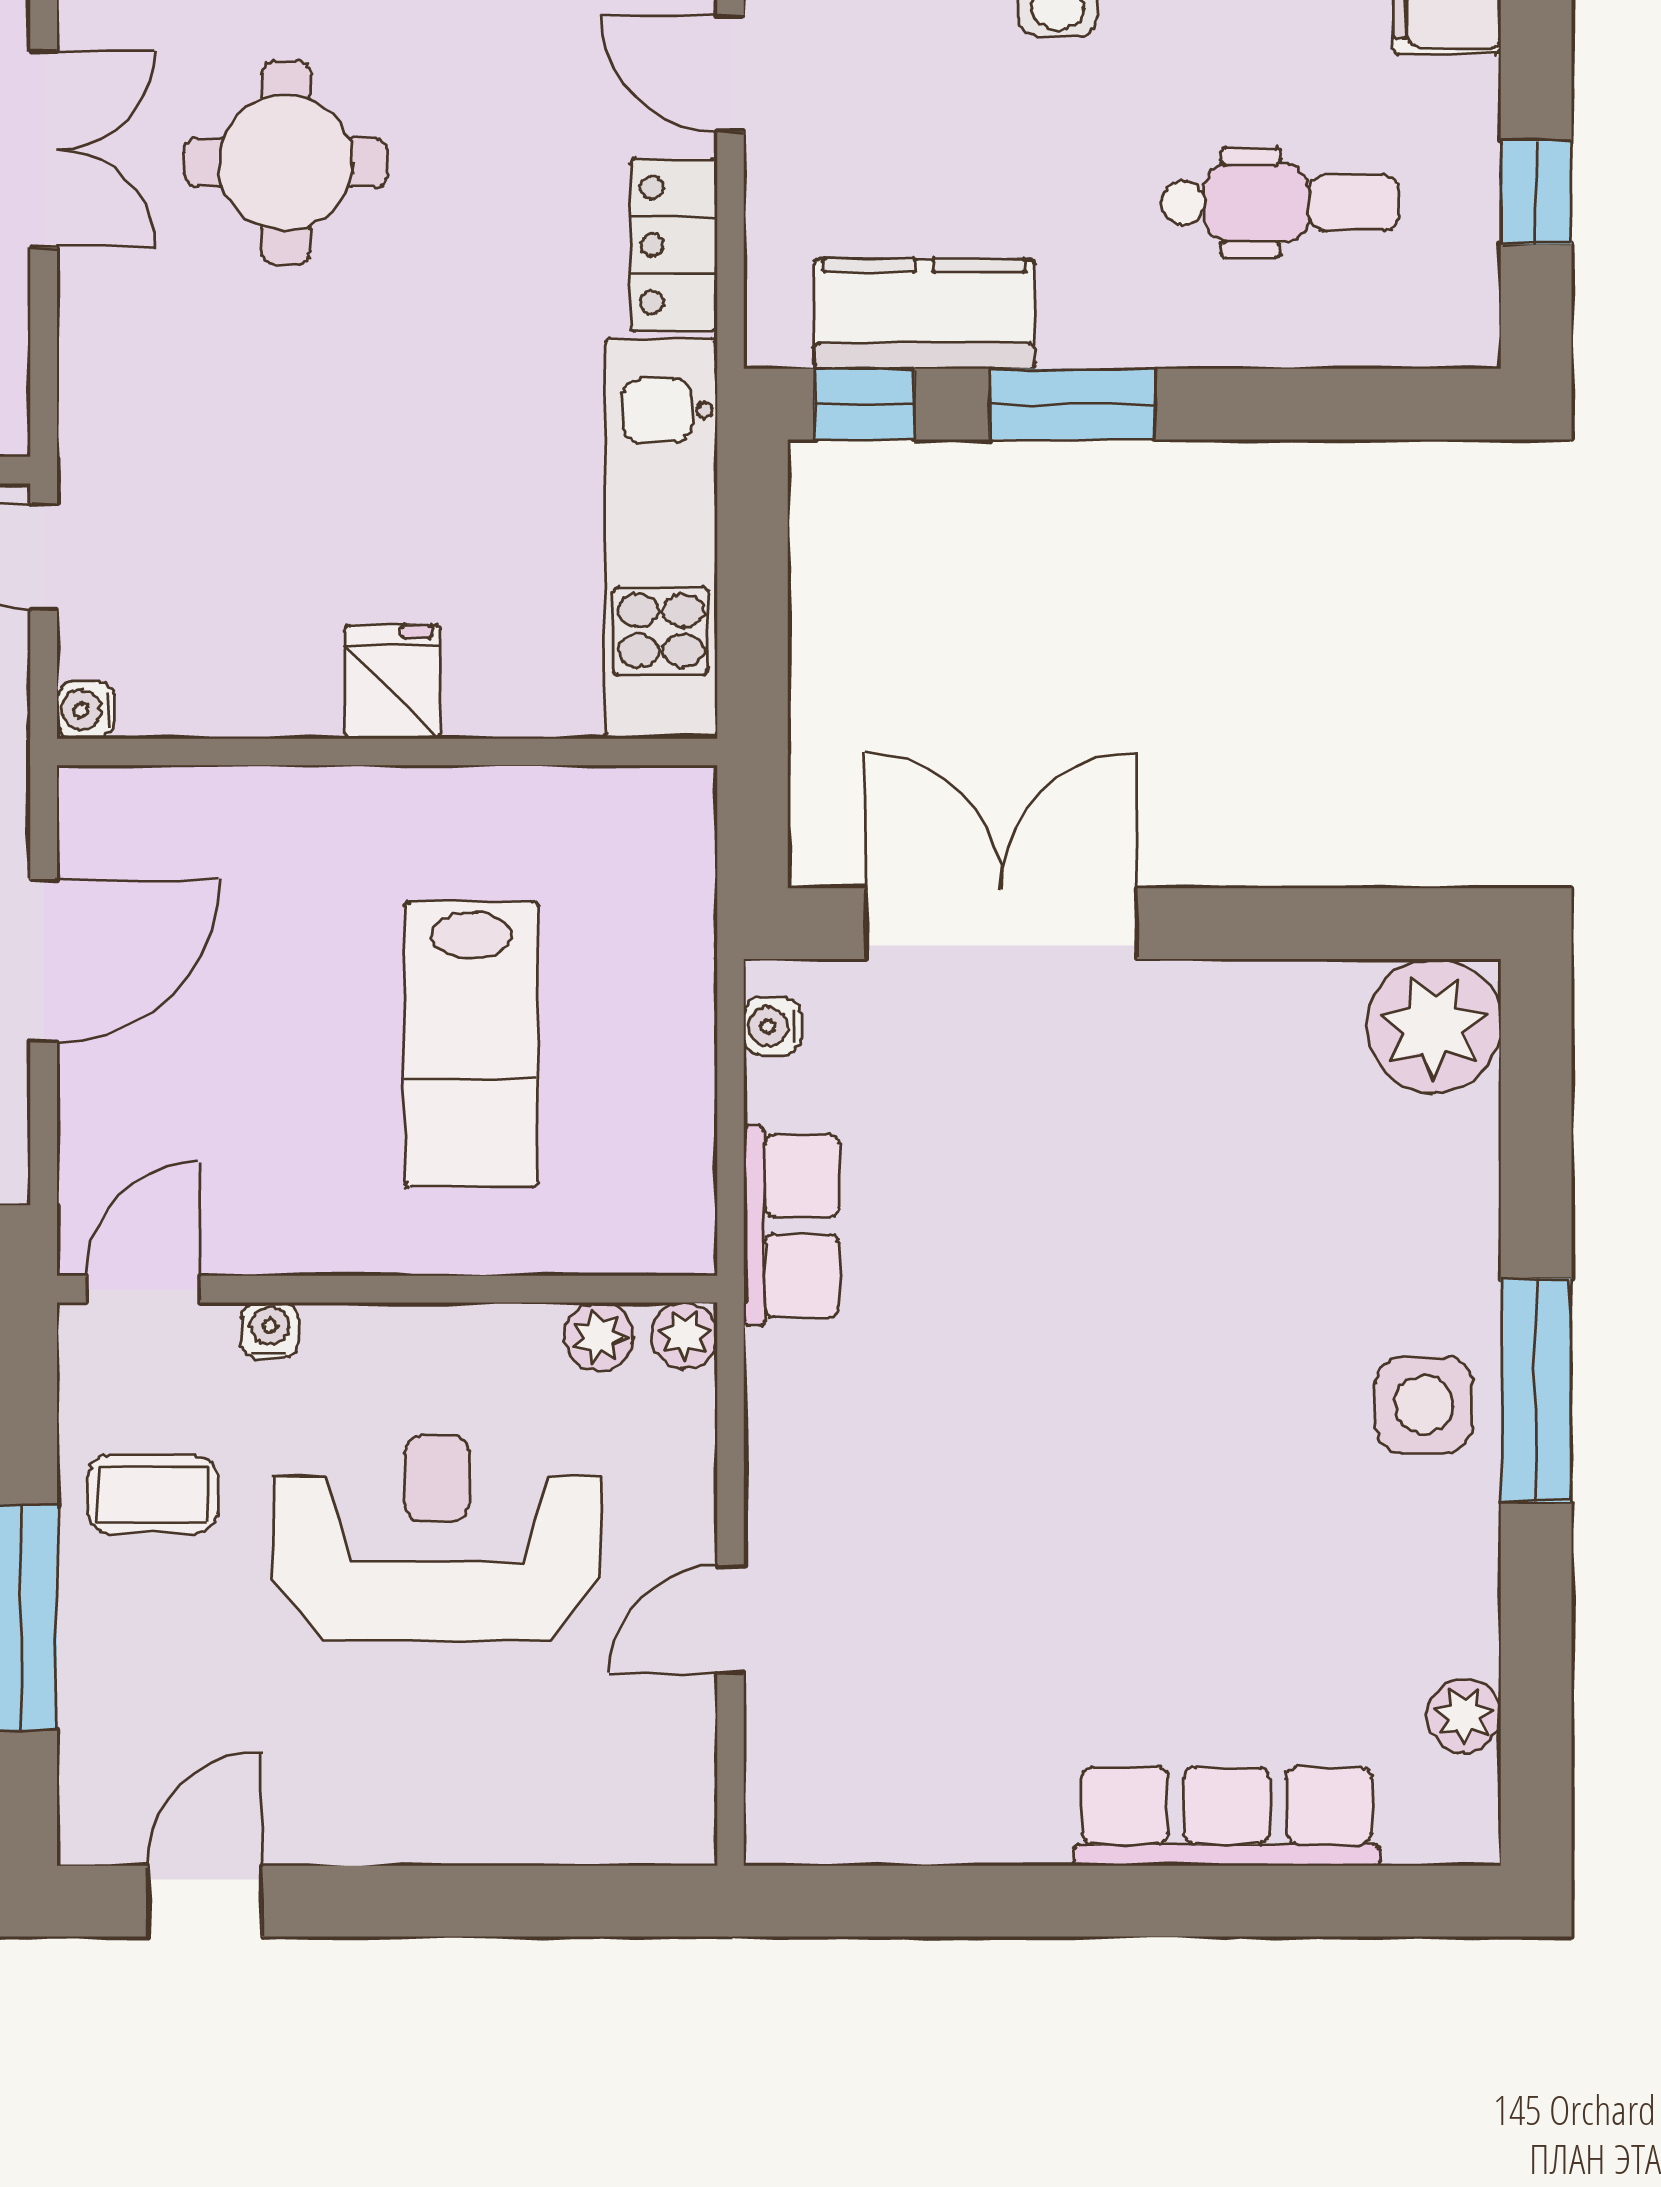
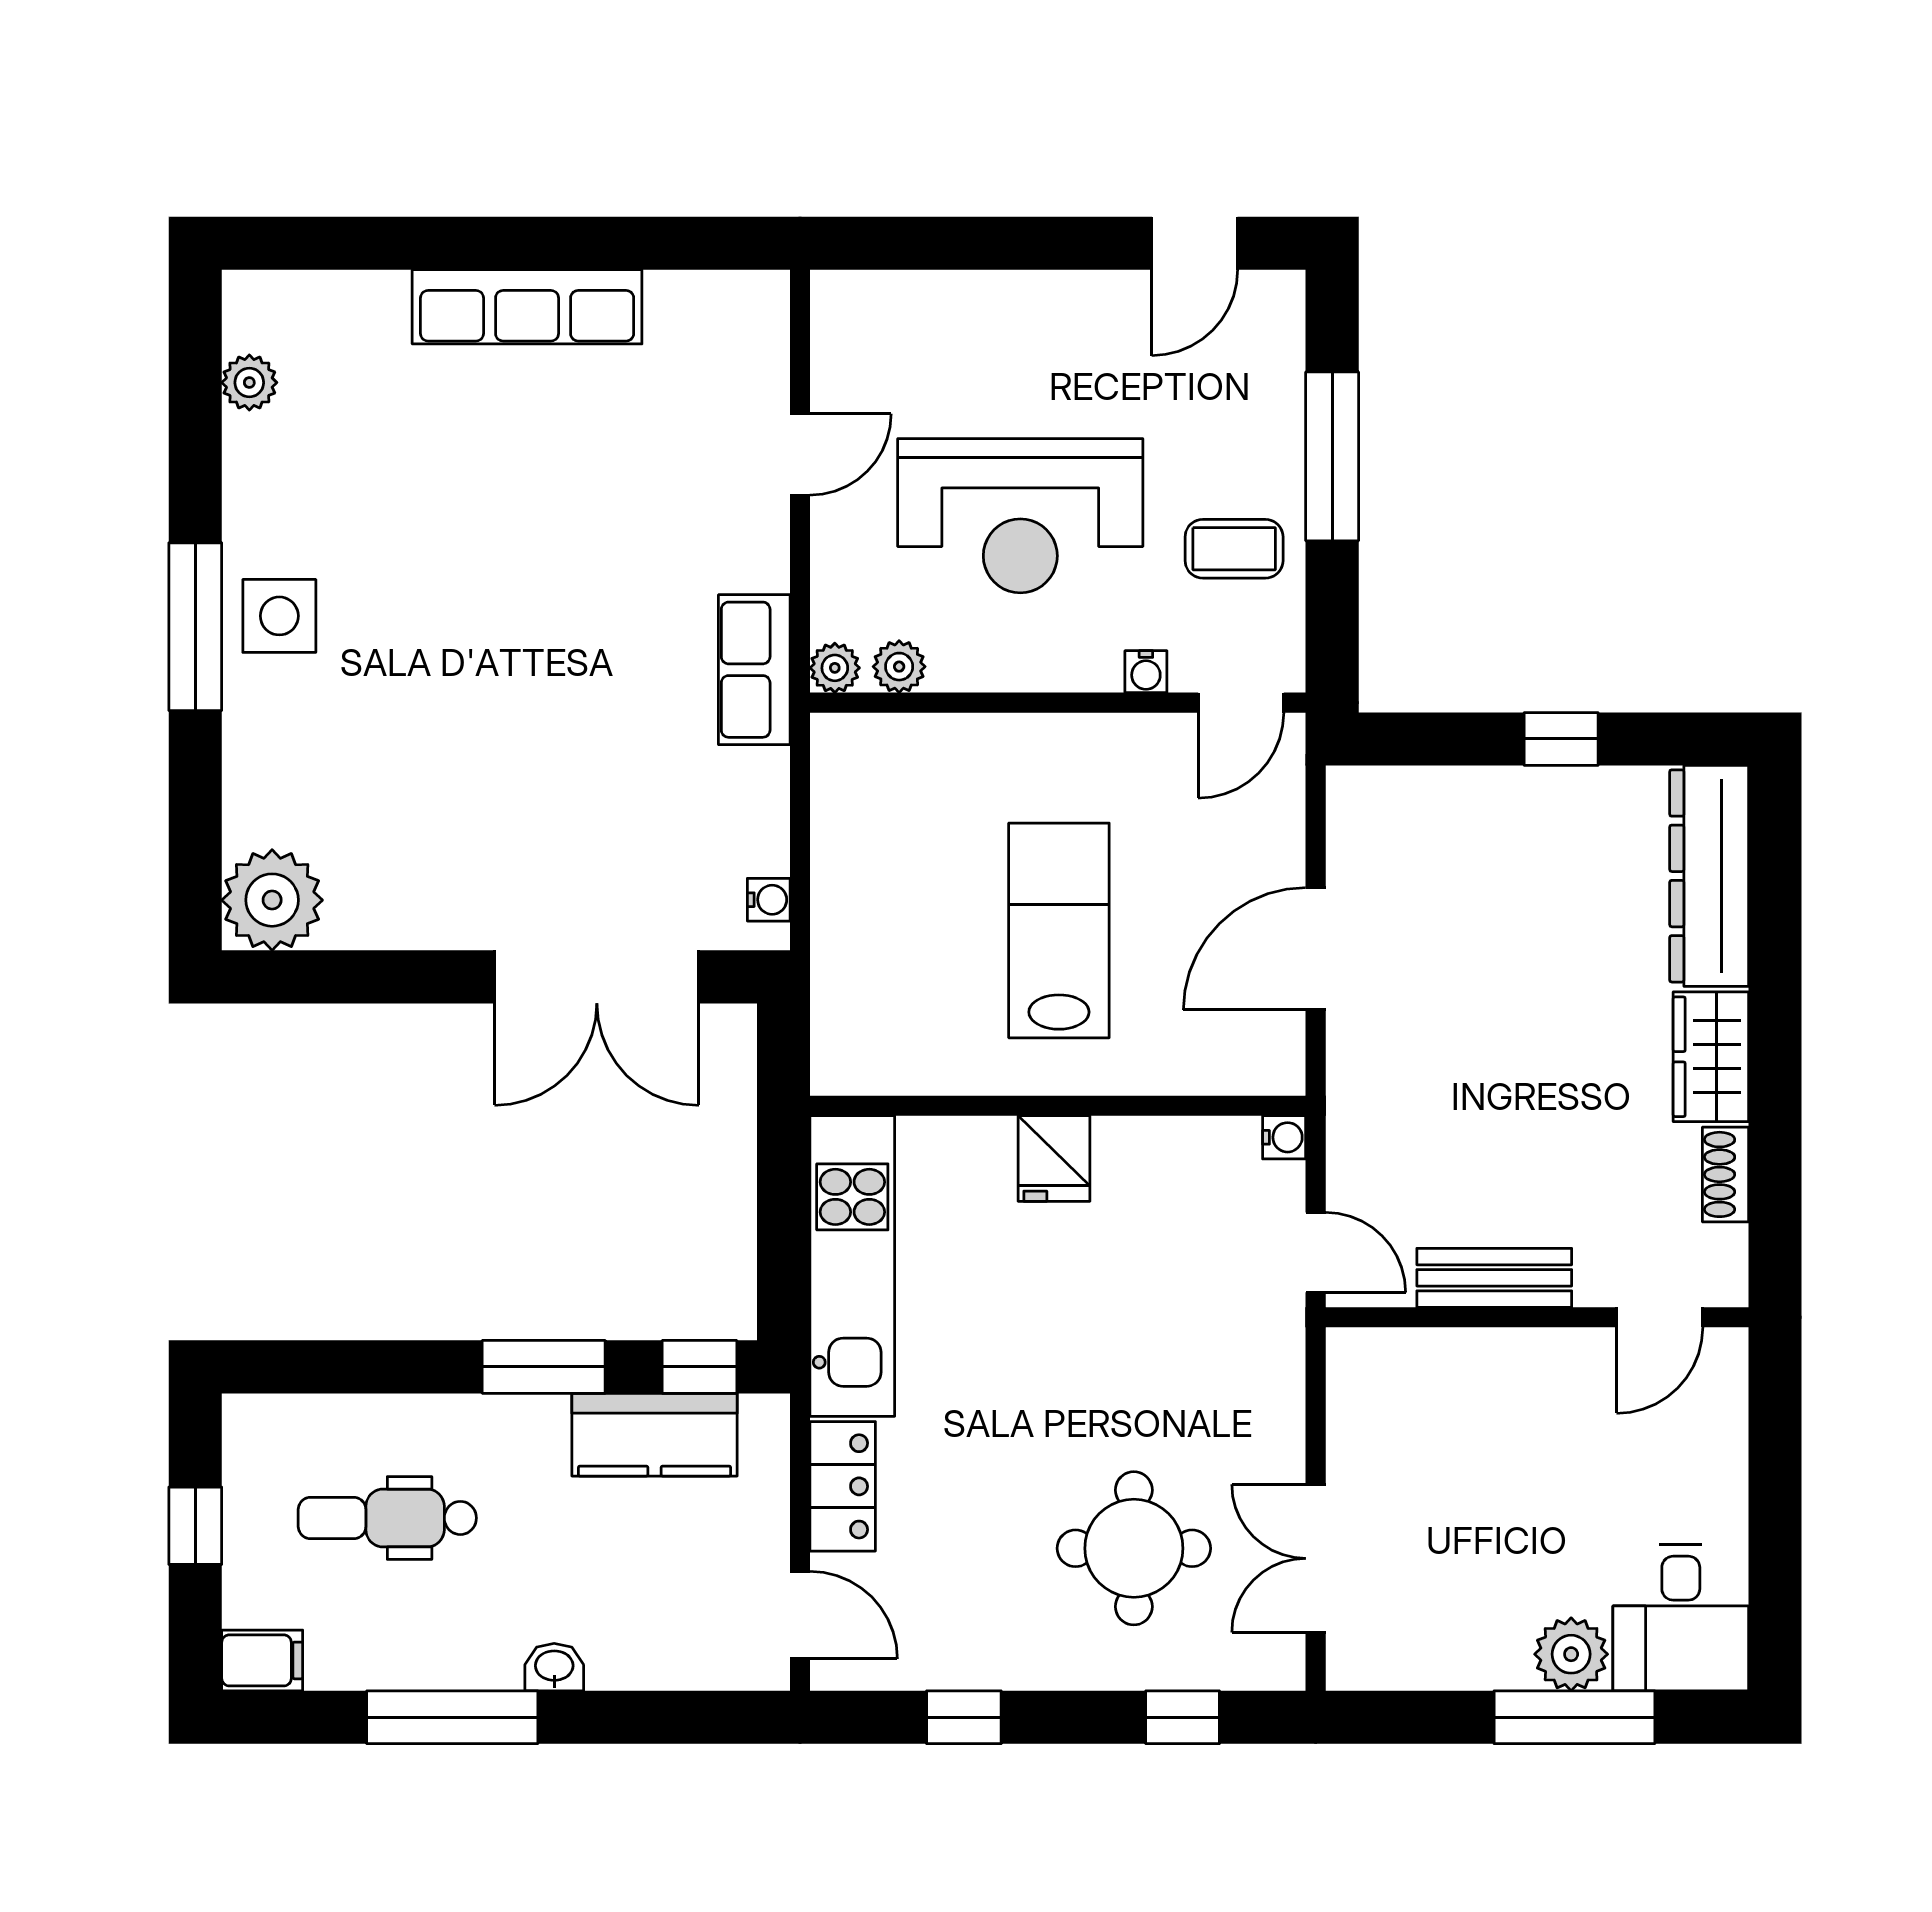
lab bench: (471, 1044) -> (1059, 930), moved
row of seats: (791, 1226) -> (754, 670), moved
row of seats: (1227, 1816) -> (527, 307), moved

